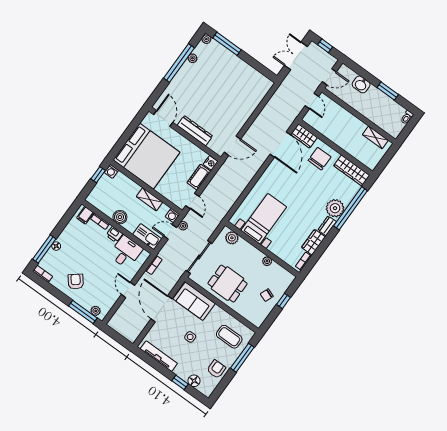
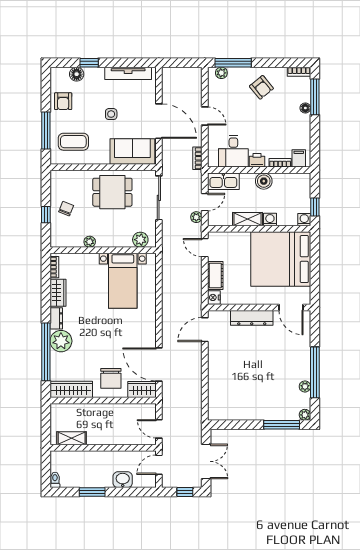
washing machine: (172, 216) -> (270, 220), moved

